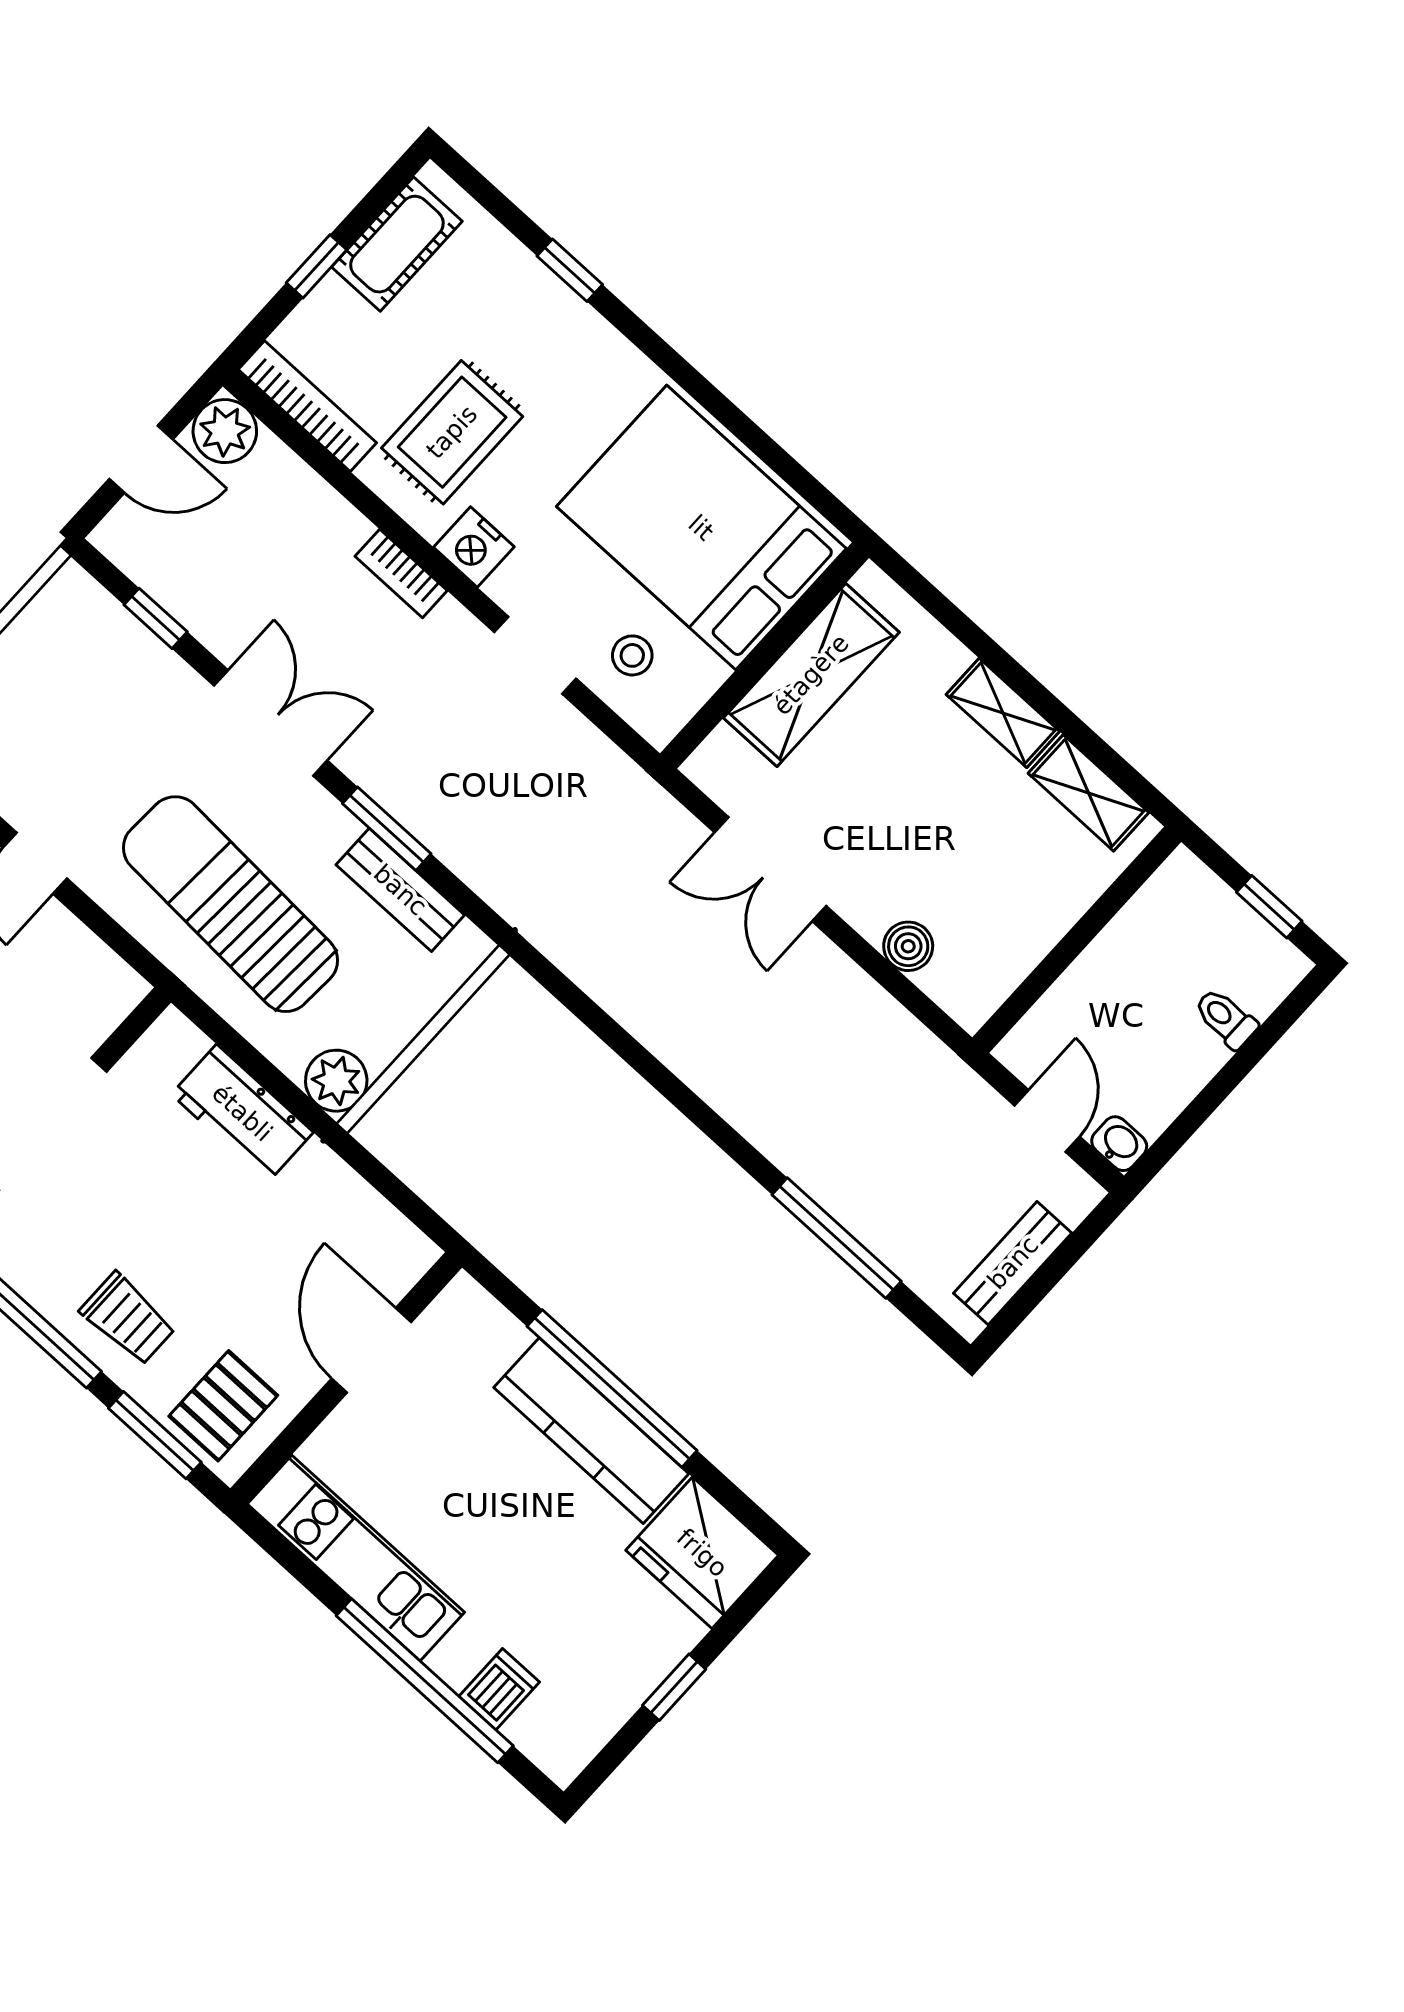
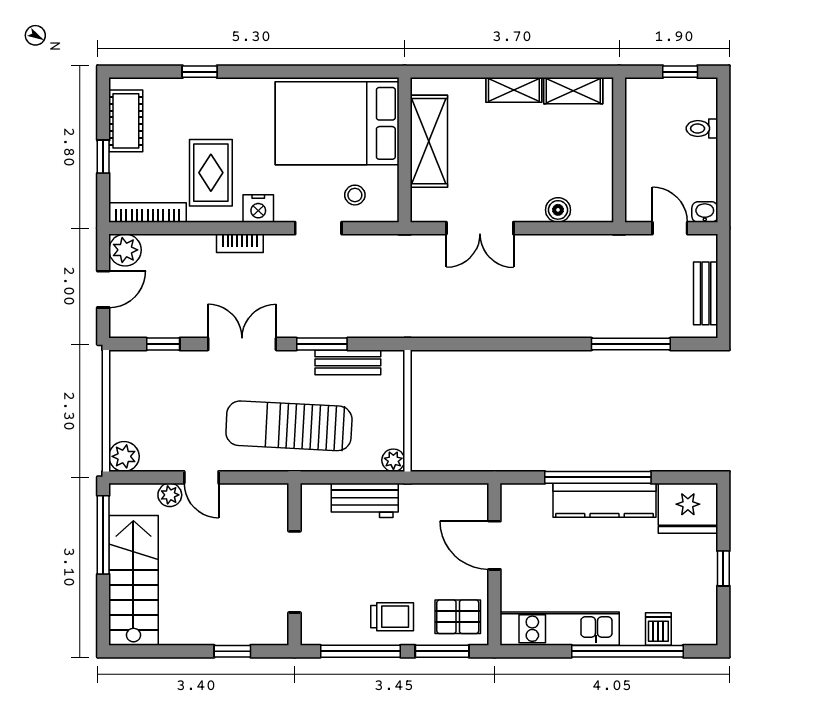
plant: (336, 1081) -> (393, 460), width x0.73, depth x0.73
pallet: (223, 1406) -> (458, 617), turned 90

